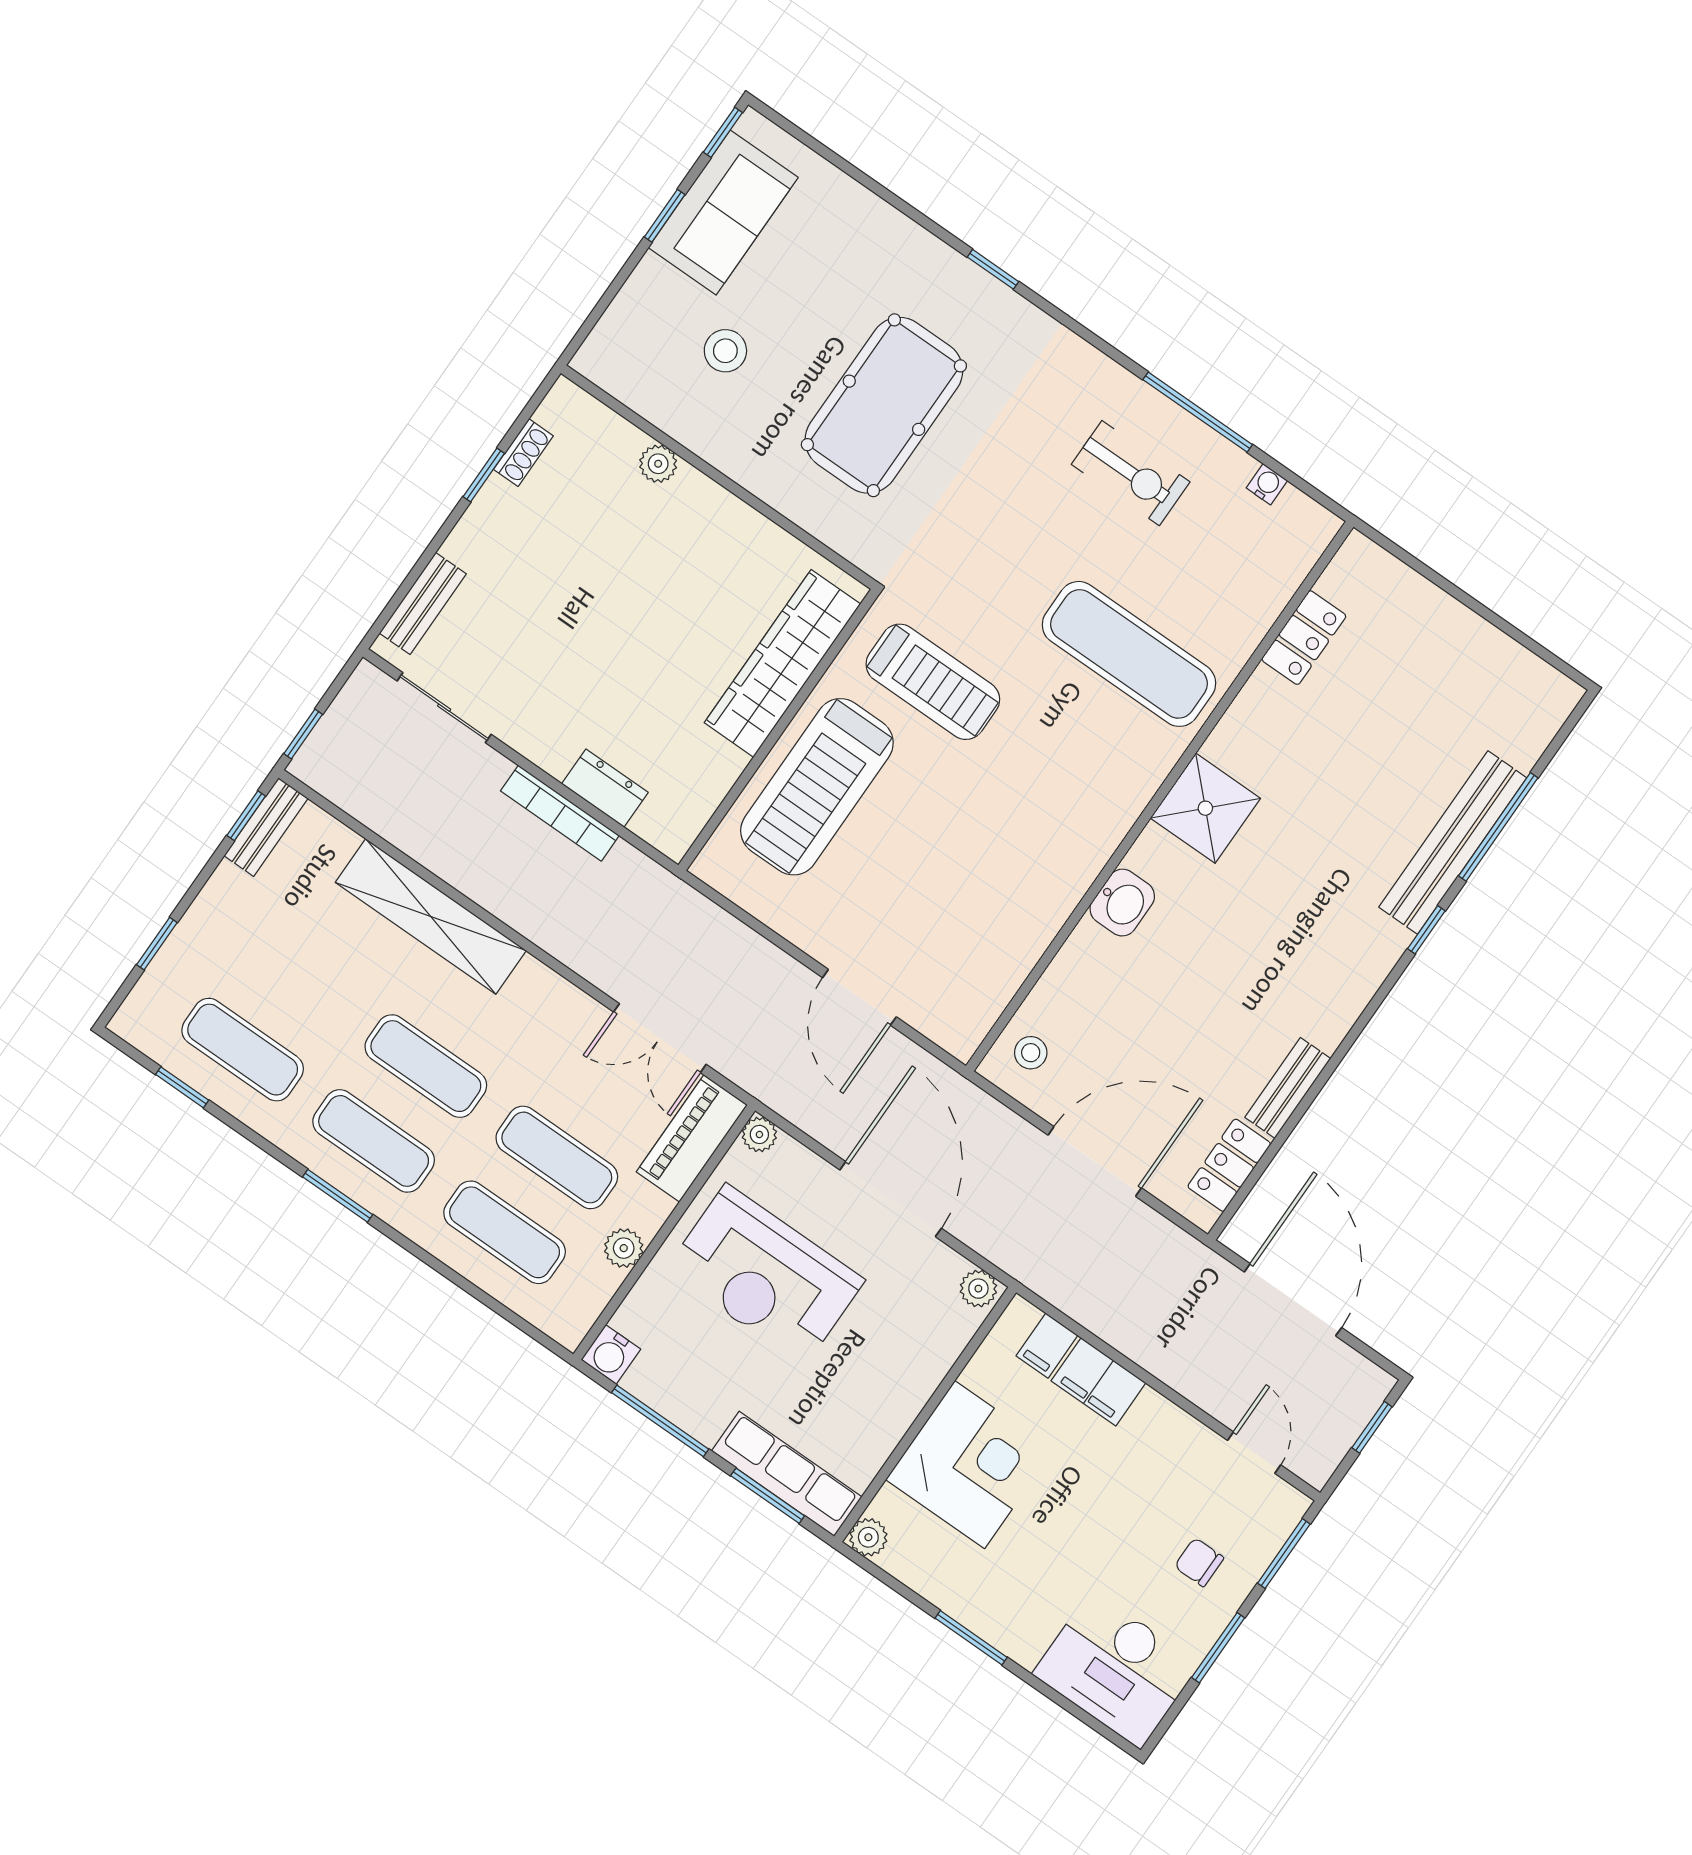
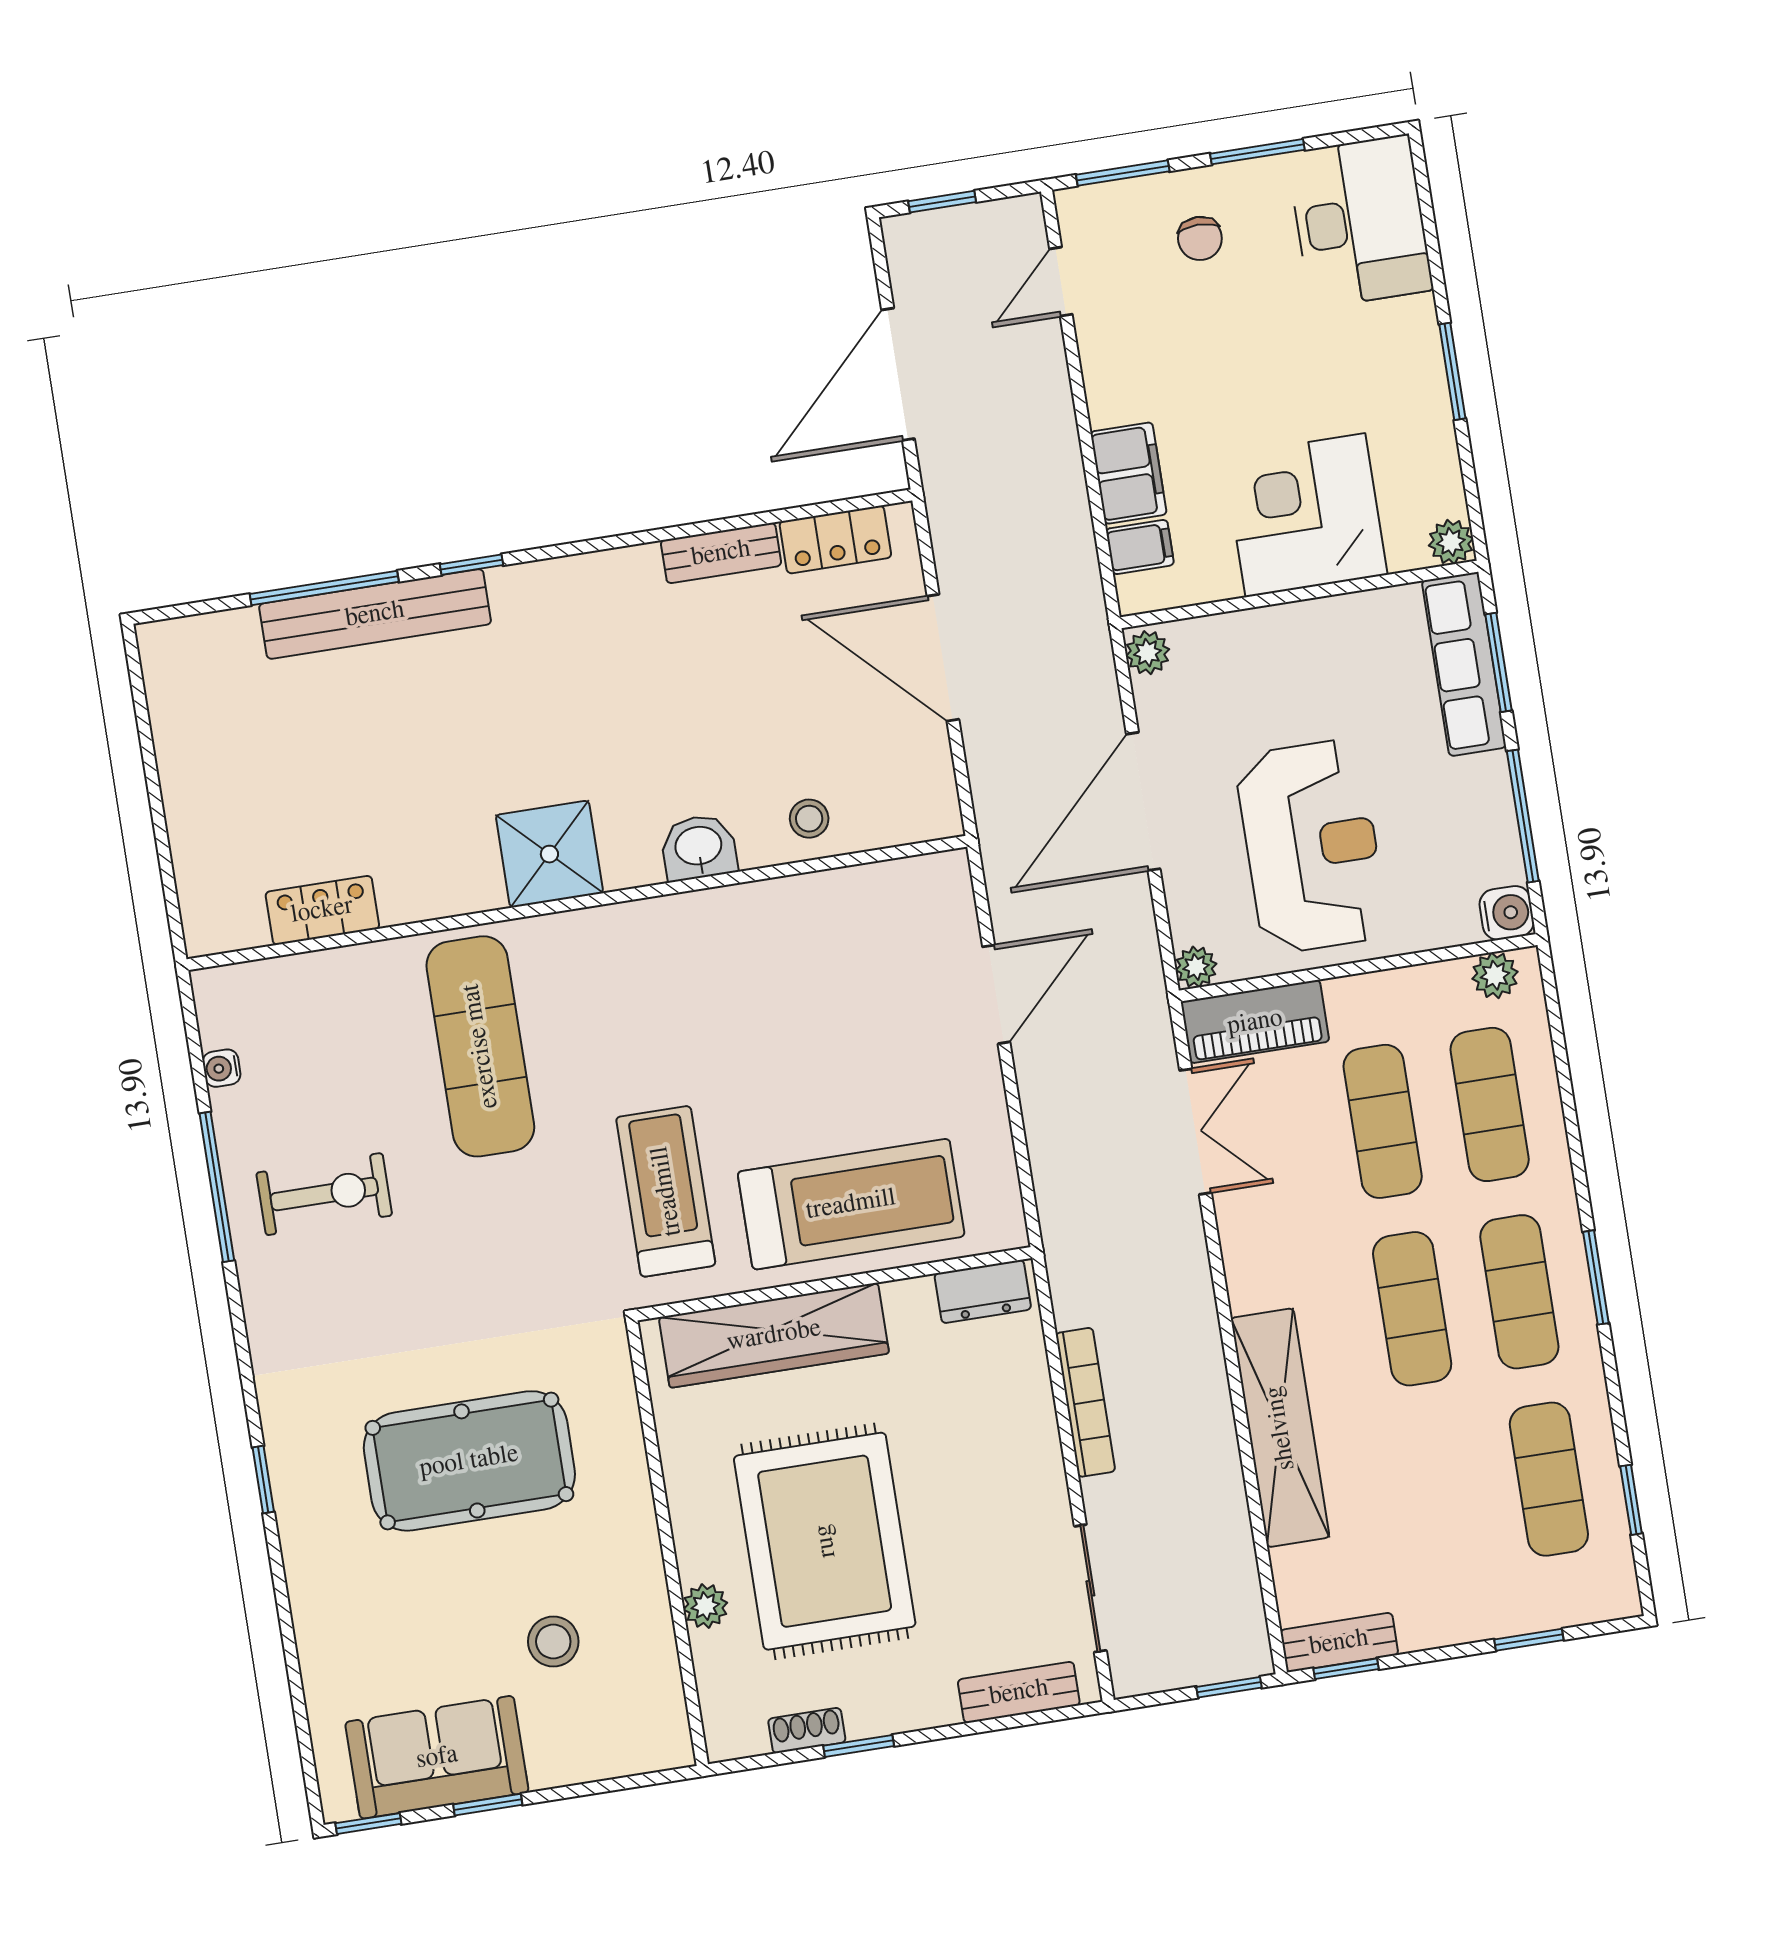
exercise bike: (1131, 473) -> (324, 1194), turned 90
rug: (628, 574) -> (825, 1541), added
dresser: (605, 788) -> (983, 1292), moved, turned -90
stool: (1031, 1053) -> (809, 819), moved
plant: (624, 1248) -> (1495, 975), moved

